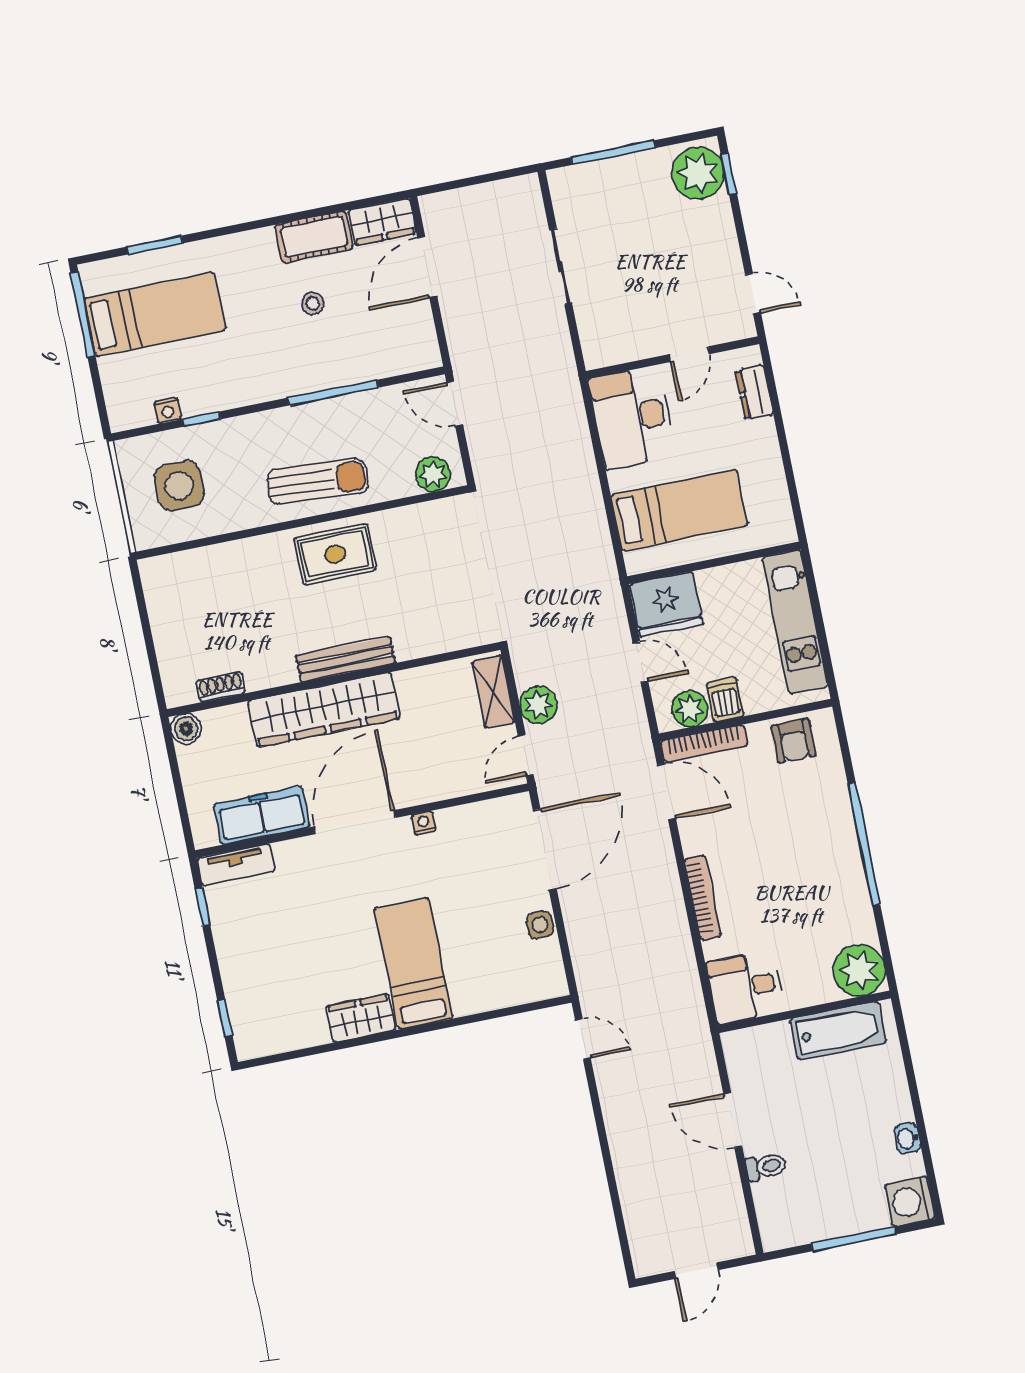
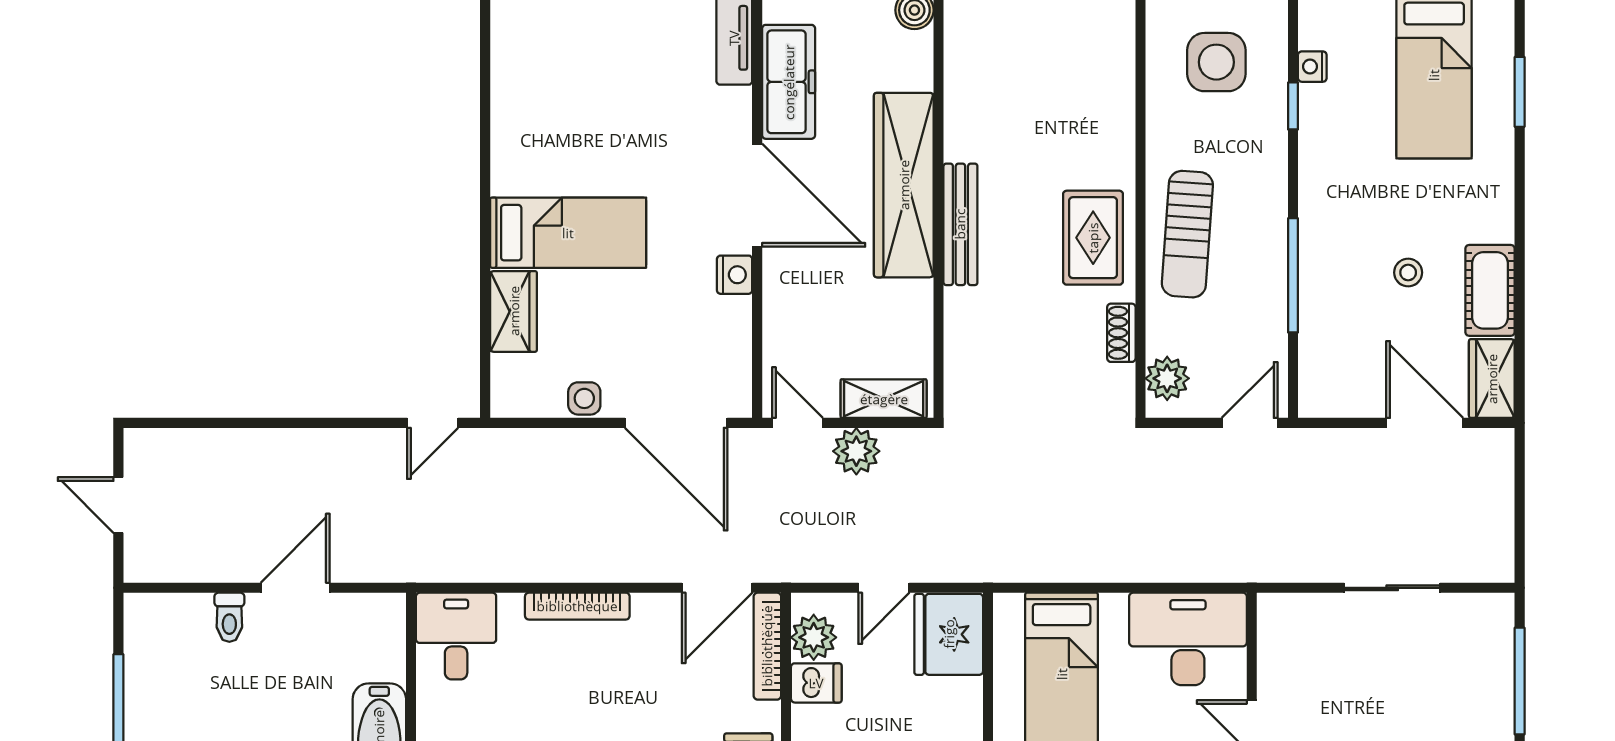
shoe rack: (221, 687) -> (1121, 333), moved, turned 180
nightstand: (424, 823) -> (735, 275), width x1.39, depth x1.35
wardrobe: (361, 1018) -> (514, 311), moved

